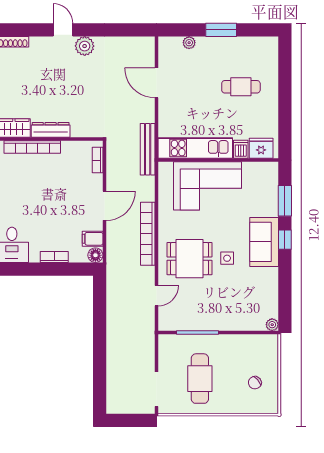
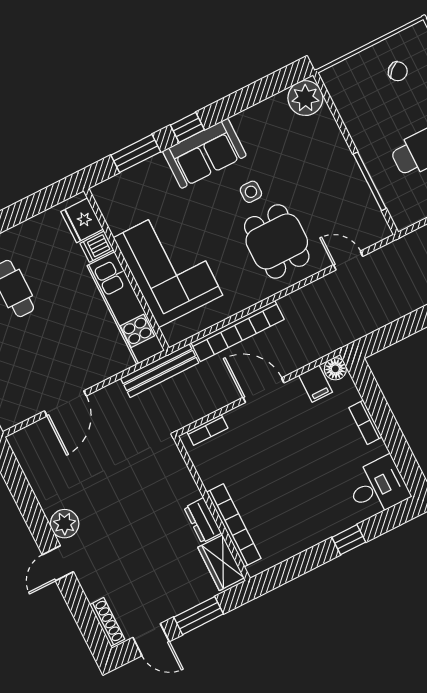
dresser: (51, 130) -> (203, 520), width x0.70
bookcase: (148, 234) -> (238, 331), moved
plant: (272, 325) -> (305, 98), width x1.88, depth x1.88

